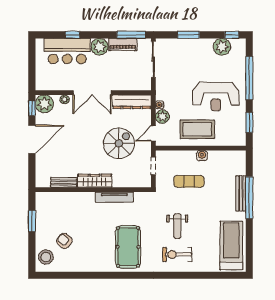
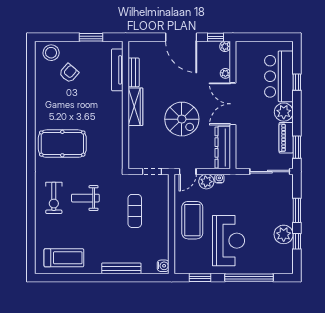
window: (131, 35) -> (297, 147), width x0.69
window: (232, 35) -> (297, 241), moved
plant: (222, 47) -> (284, 234), moved
reception desk: (216, 97) -> (228, 241), turned 180
plant: (44, 104) -> (225, 46), width x0.53, depth x0.53
door: (153, 133) -> (188, 172), swing flipped
spiral stairs: (119, 143) -> (182, 119), moved
water cooler: (202, 156) -> (163, 266), moved
tv unit: (114, 197) -> (117, 70), moved
window: (249, 198) -> (117, 278), removed
treadmill: (231, 245) -> (64, 258), width x0.73, depth x0.73
exercise bike: (177, 254) -> (54, 198), turned 180

